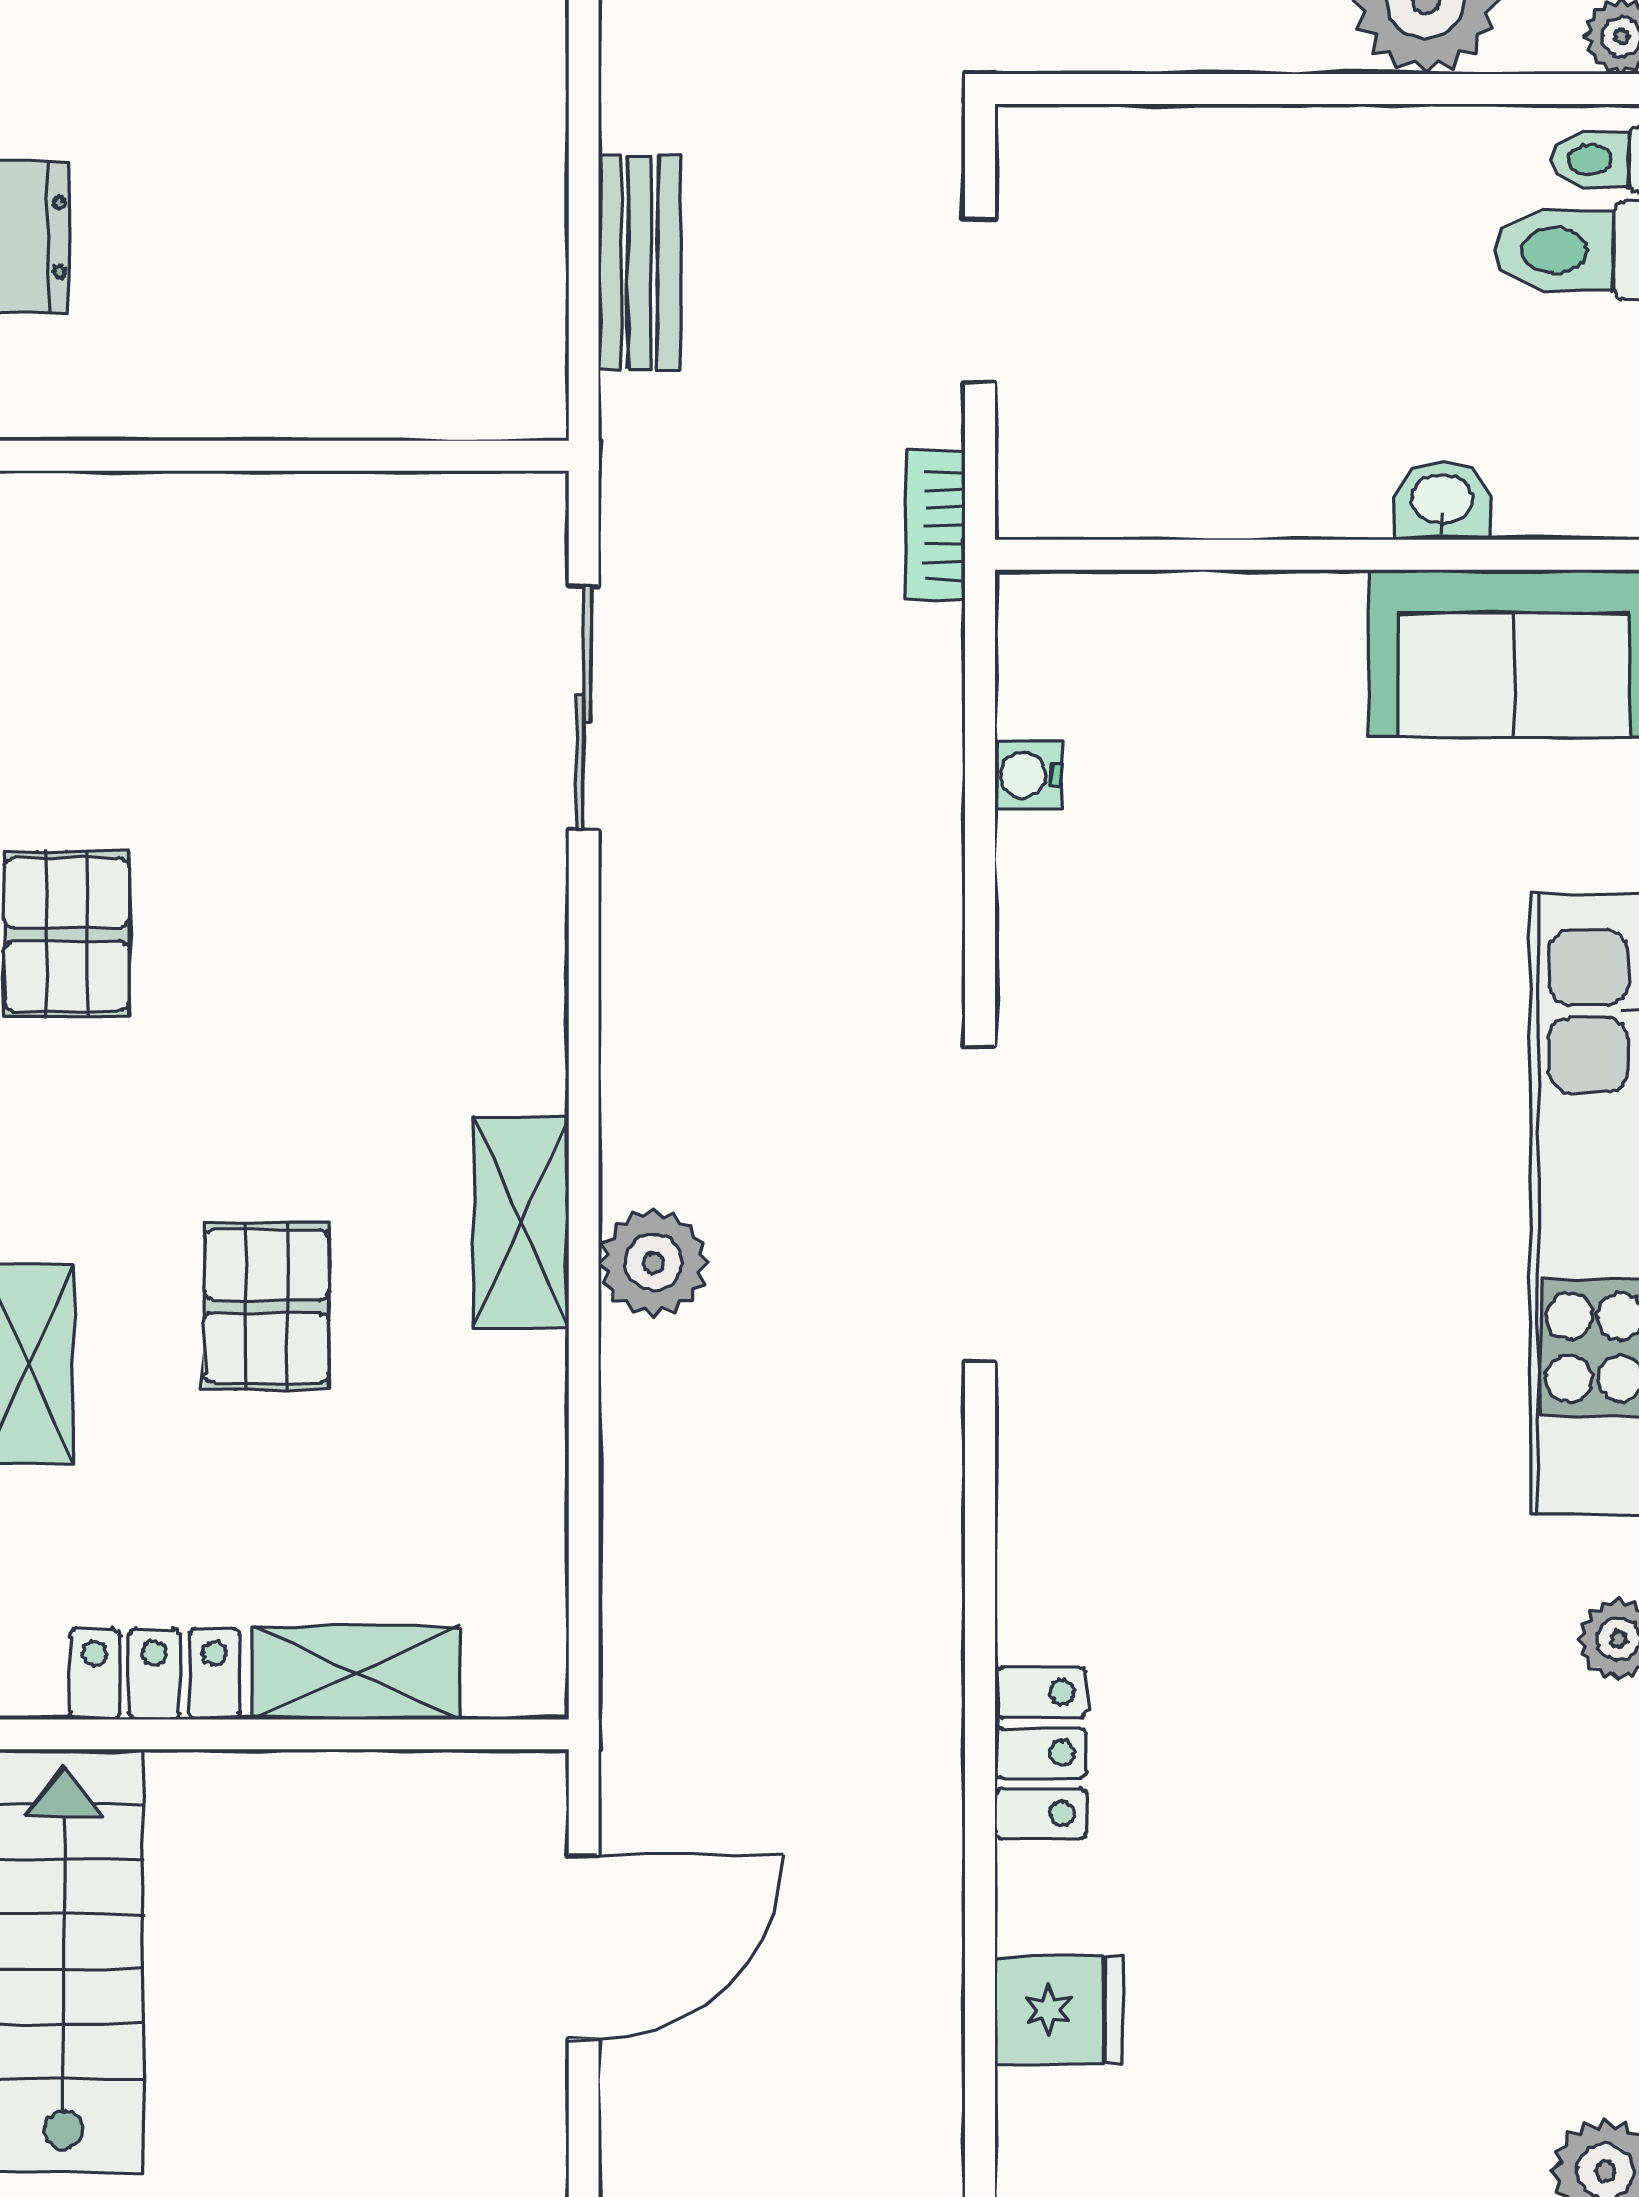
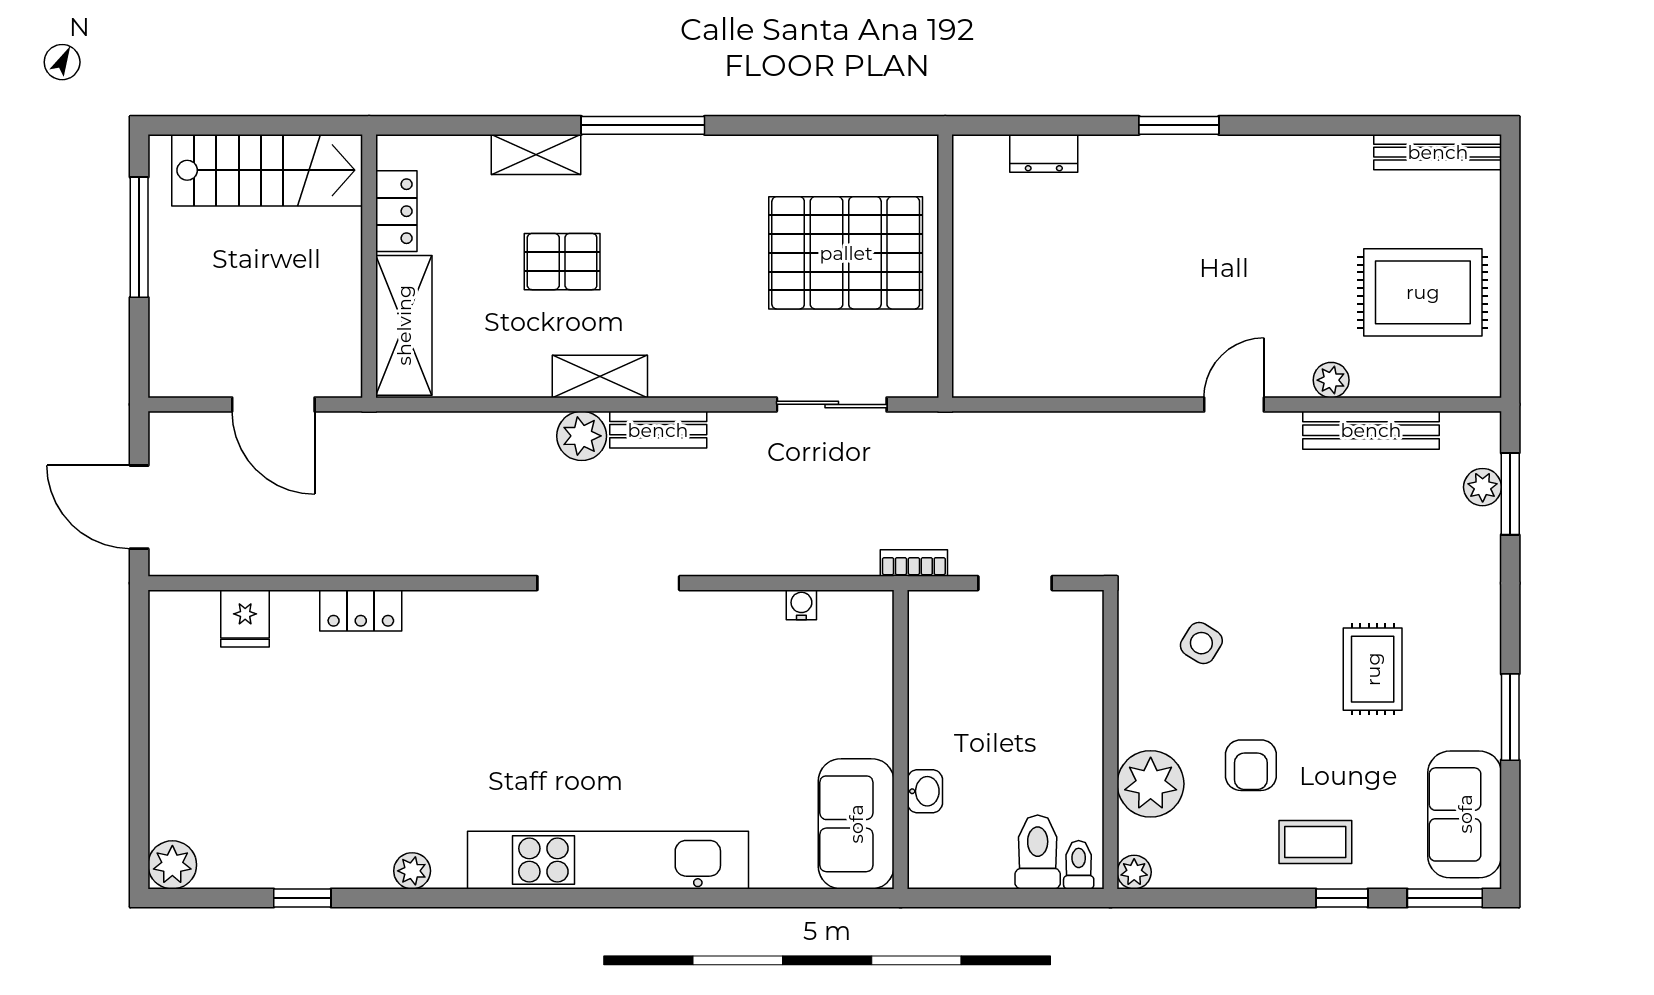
bench: (639, 262) -> (658, 430), moved
pallet: (67, 934) -> (846, 253), moved, width x2.05, depth x2.00
shelving: (356, 1673) -> (404, 325), width x1.50, depth x1.33

